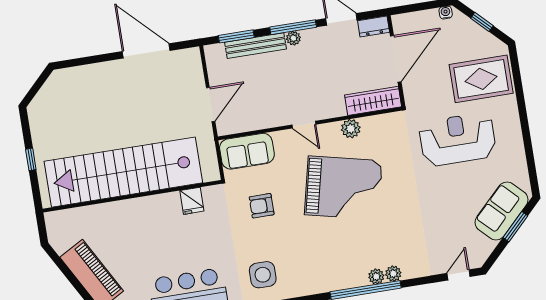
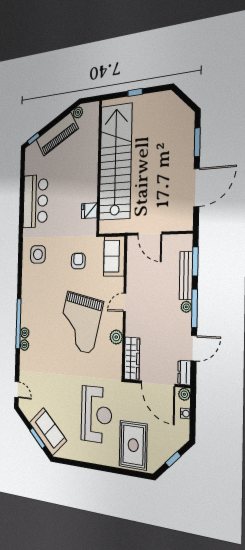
water cooler: (446, 13) -> (185, 414), moved
plant: (400, 22) -> (184, 394), added
window: (90, 60) -> (197, 142), added
plant: (60, 245) -> (78, 112), added

